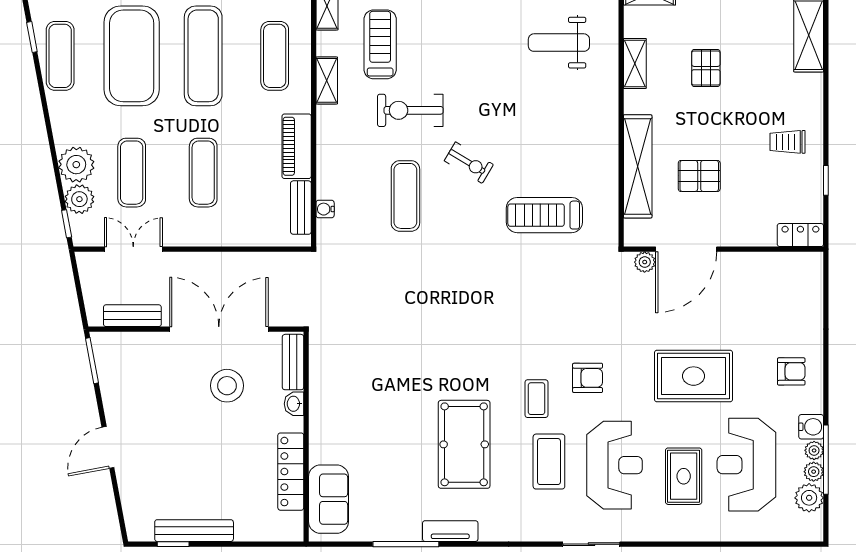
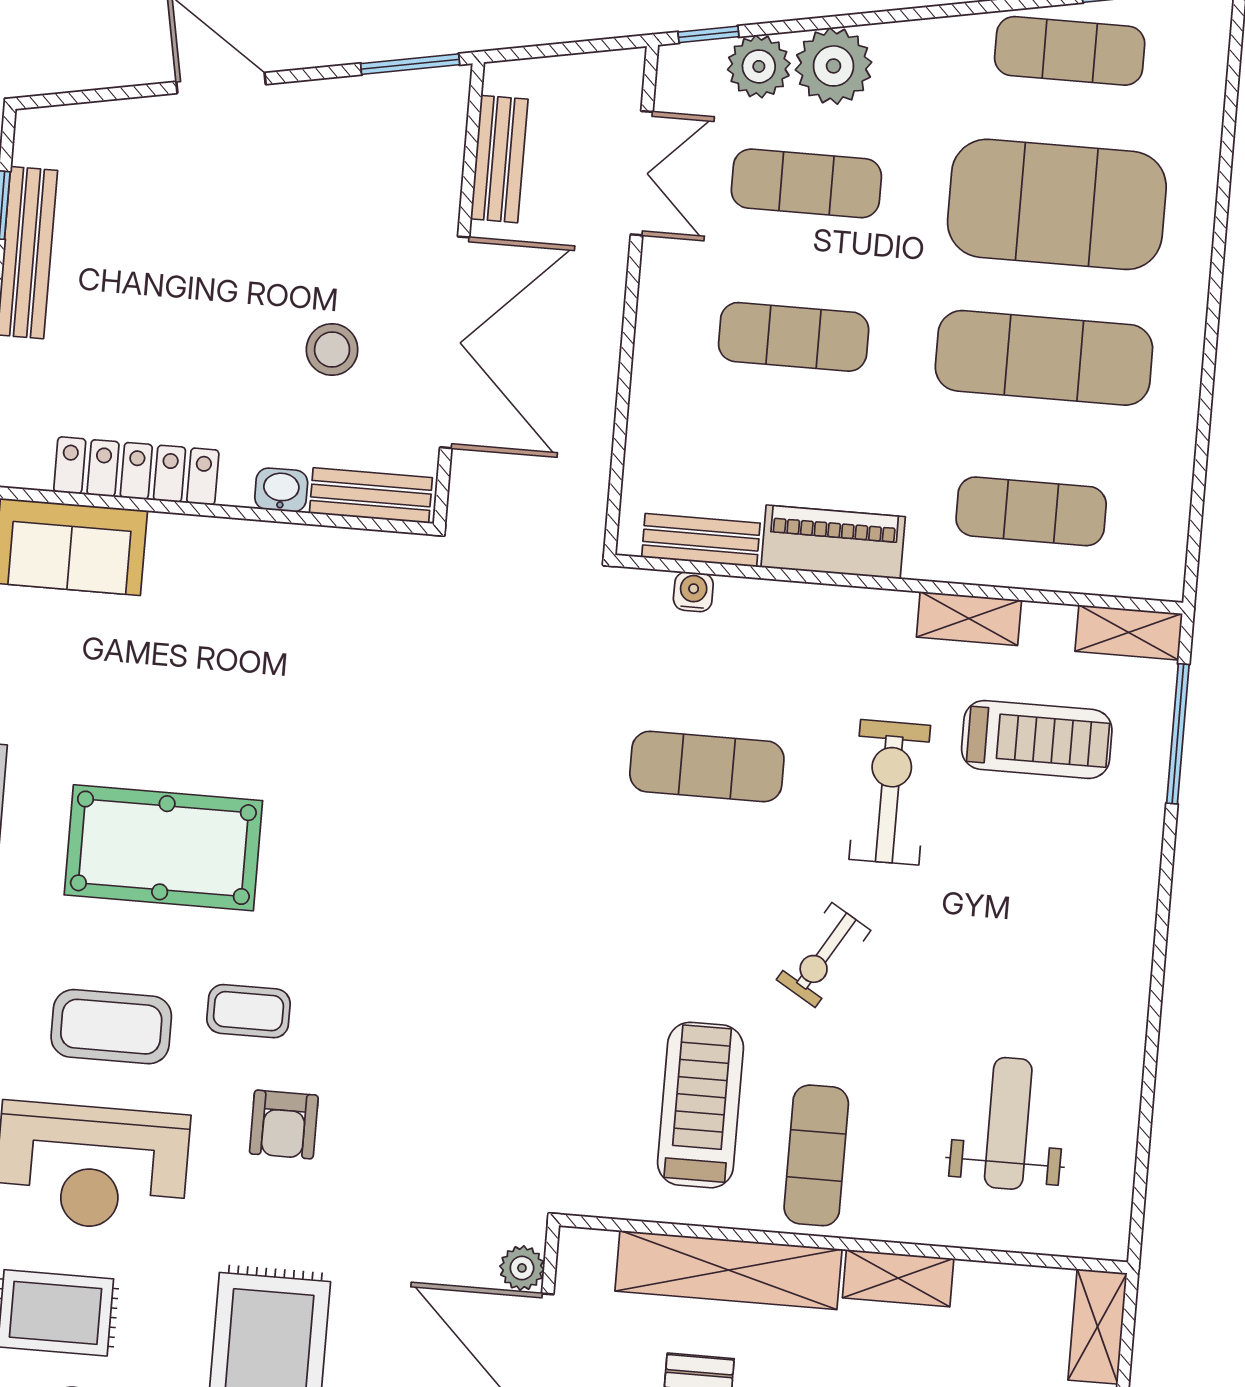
shelving: (635, 63) -> (898, 1278), moved
exercise mat: (581, 130) -> (816, 1155), added
exercise bike: (469, 163) -> (824, 955), moved
treadmill: (544, 215) -> (701, 1105), moved
stool: (227, 386) -> (332, 349), width x0.73, depth x0.73

